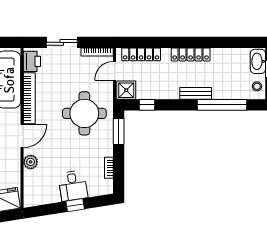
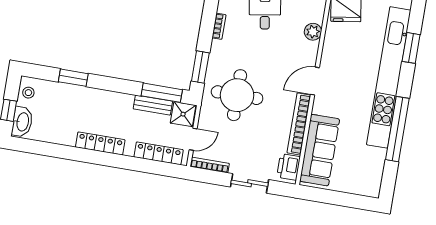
bench: (196, 93) -> (153, 105), moved
window: (147, 105) -> (162, 93), width x2.17
window: (222, 105) -> (73, 78), width x0.47
plant: (31, 162) -> (313, 32), moved

